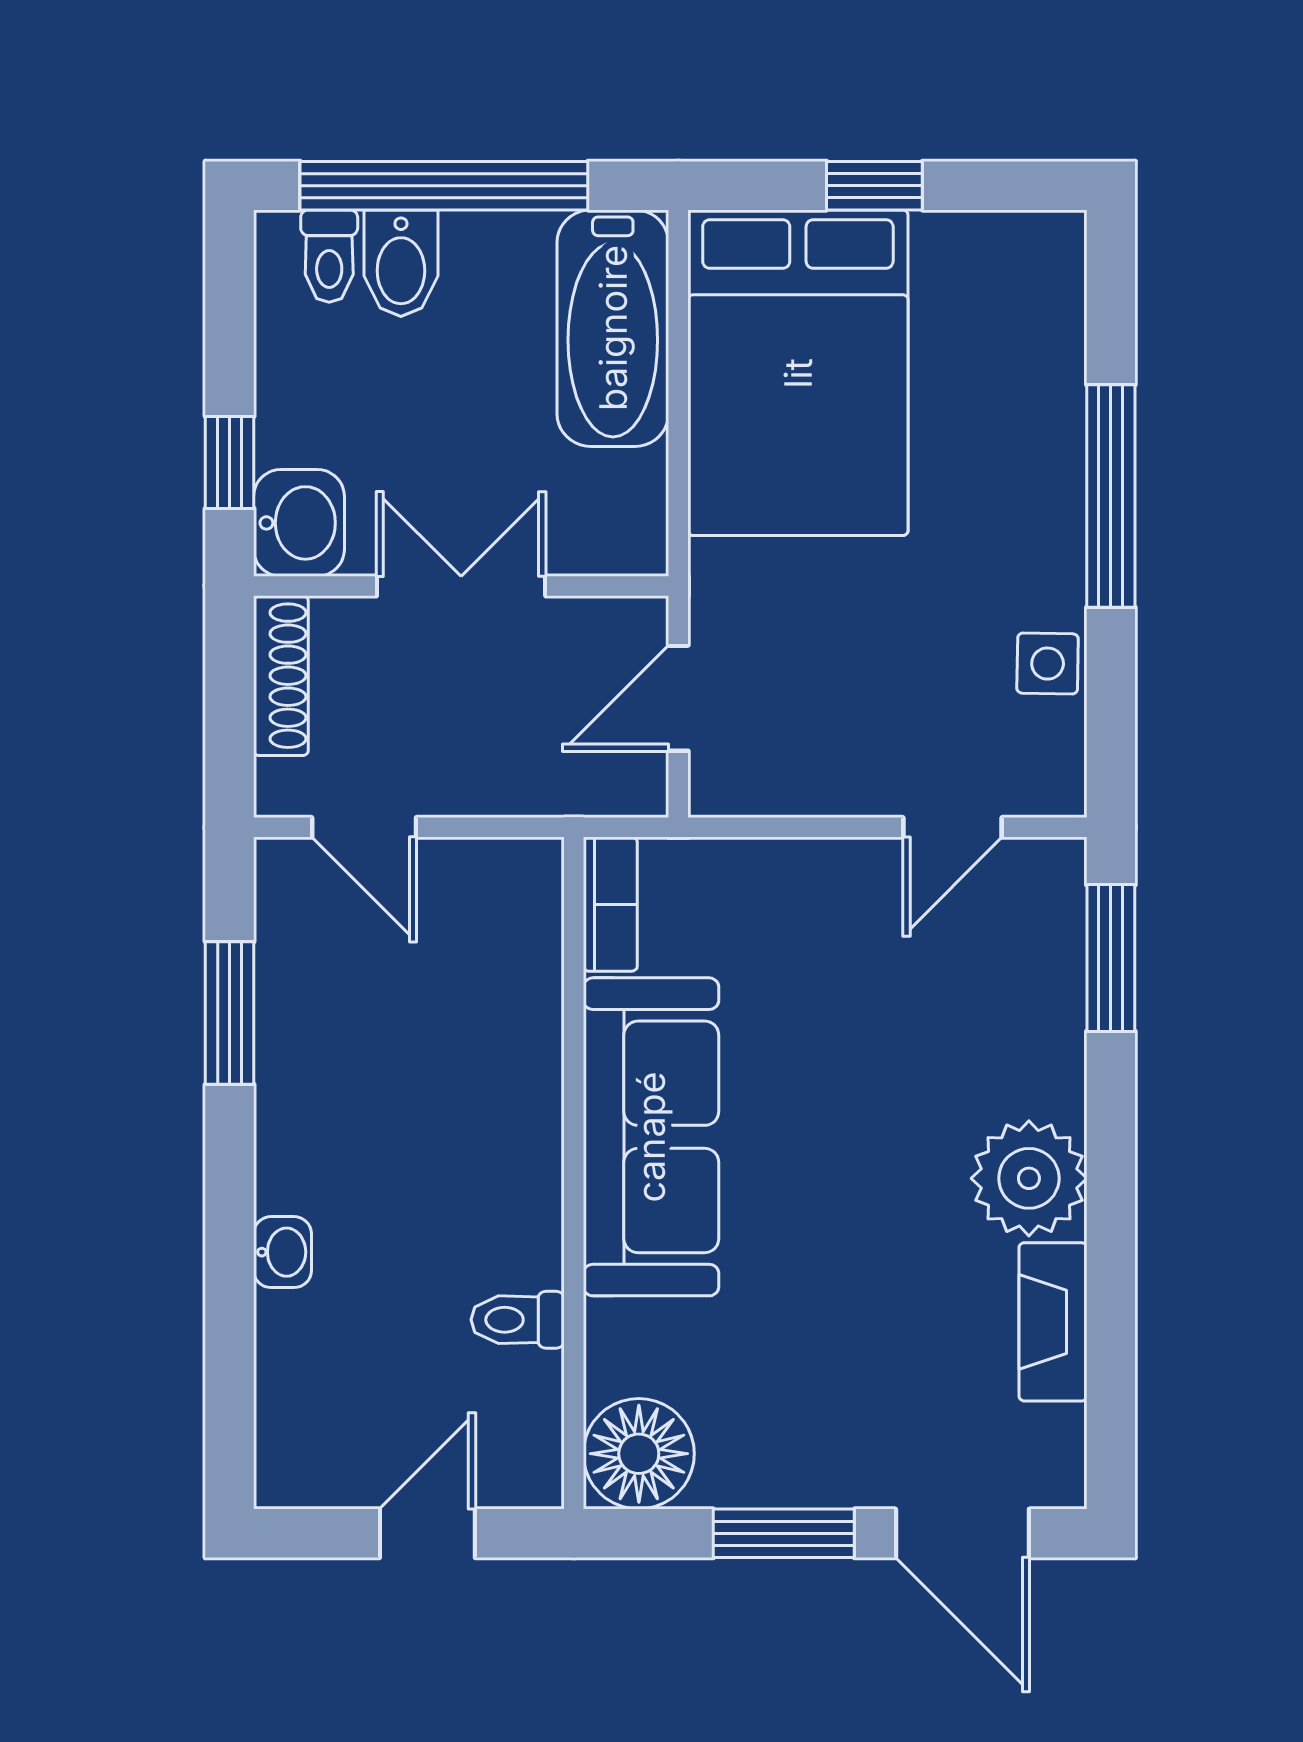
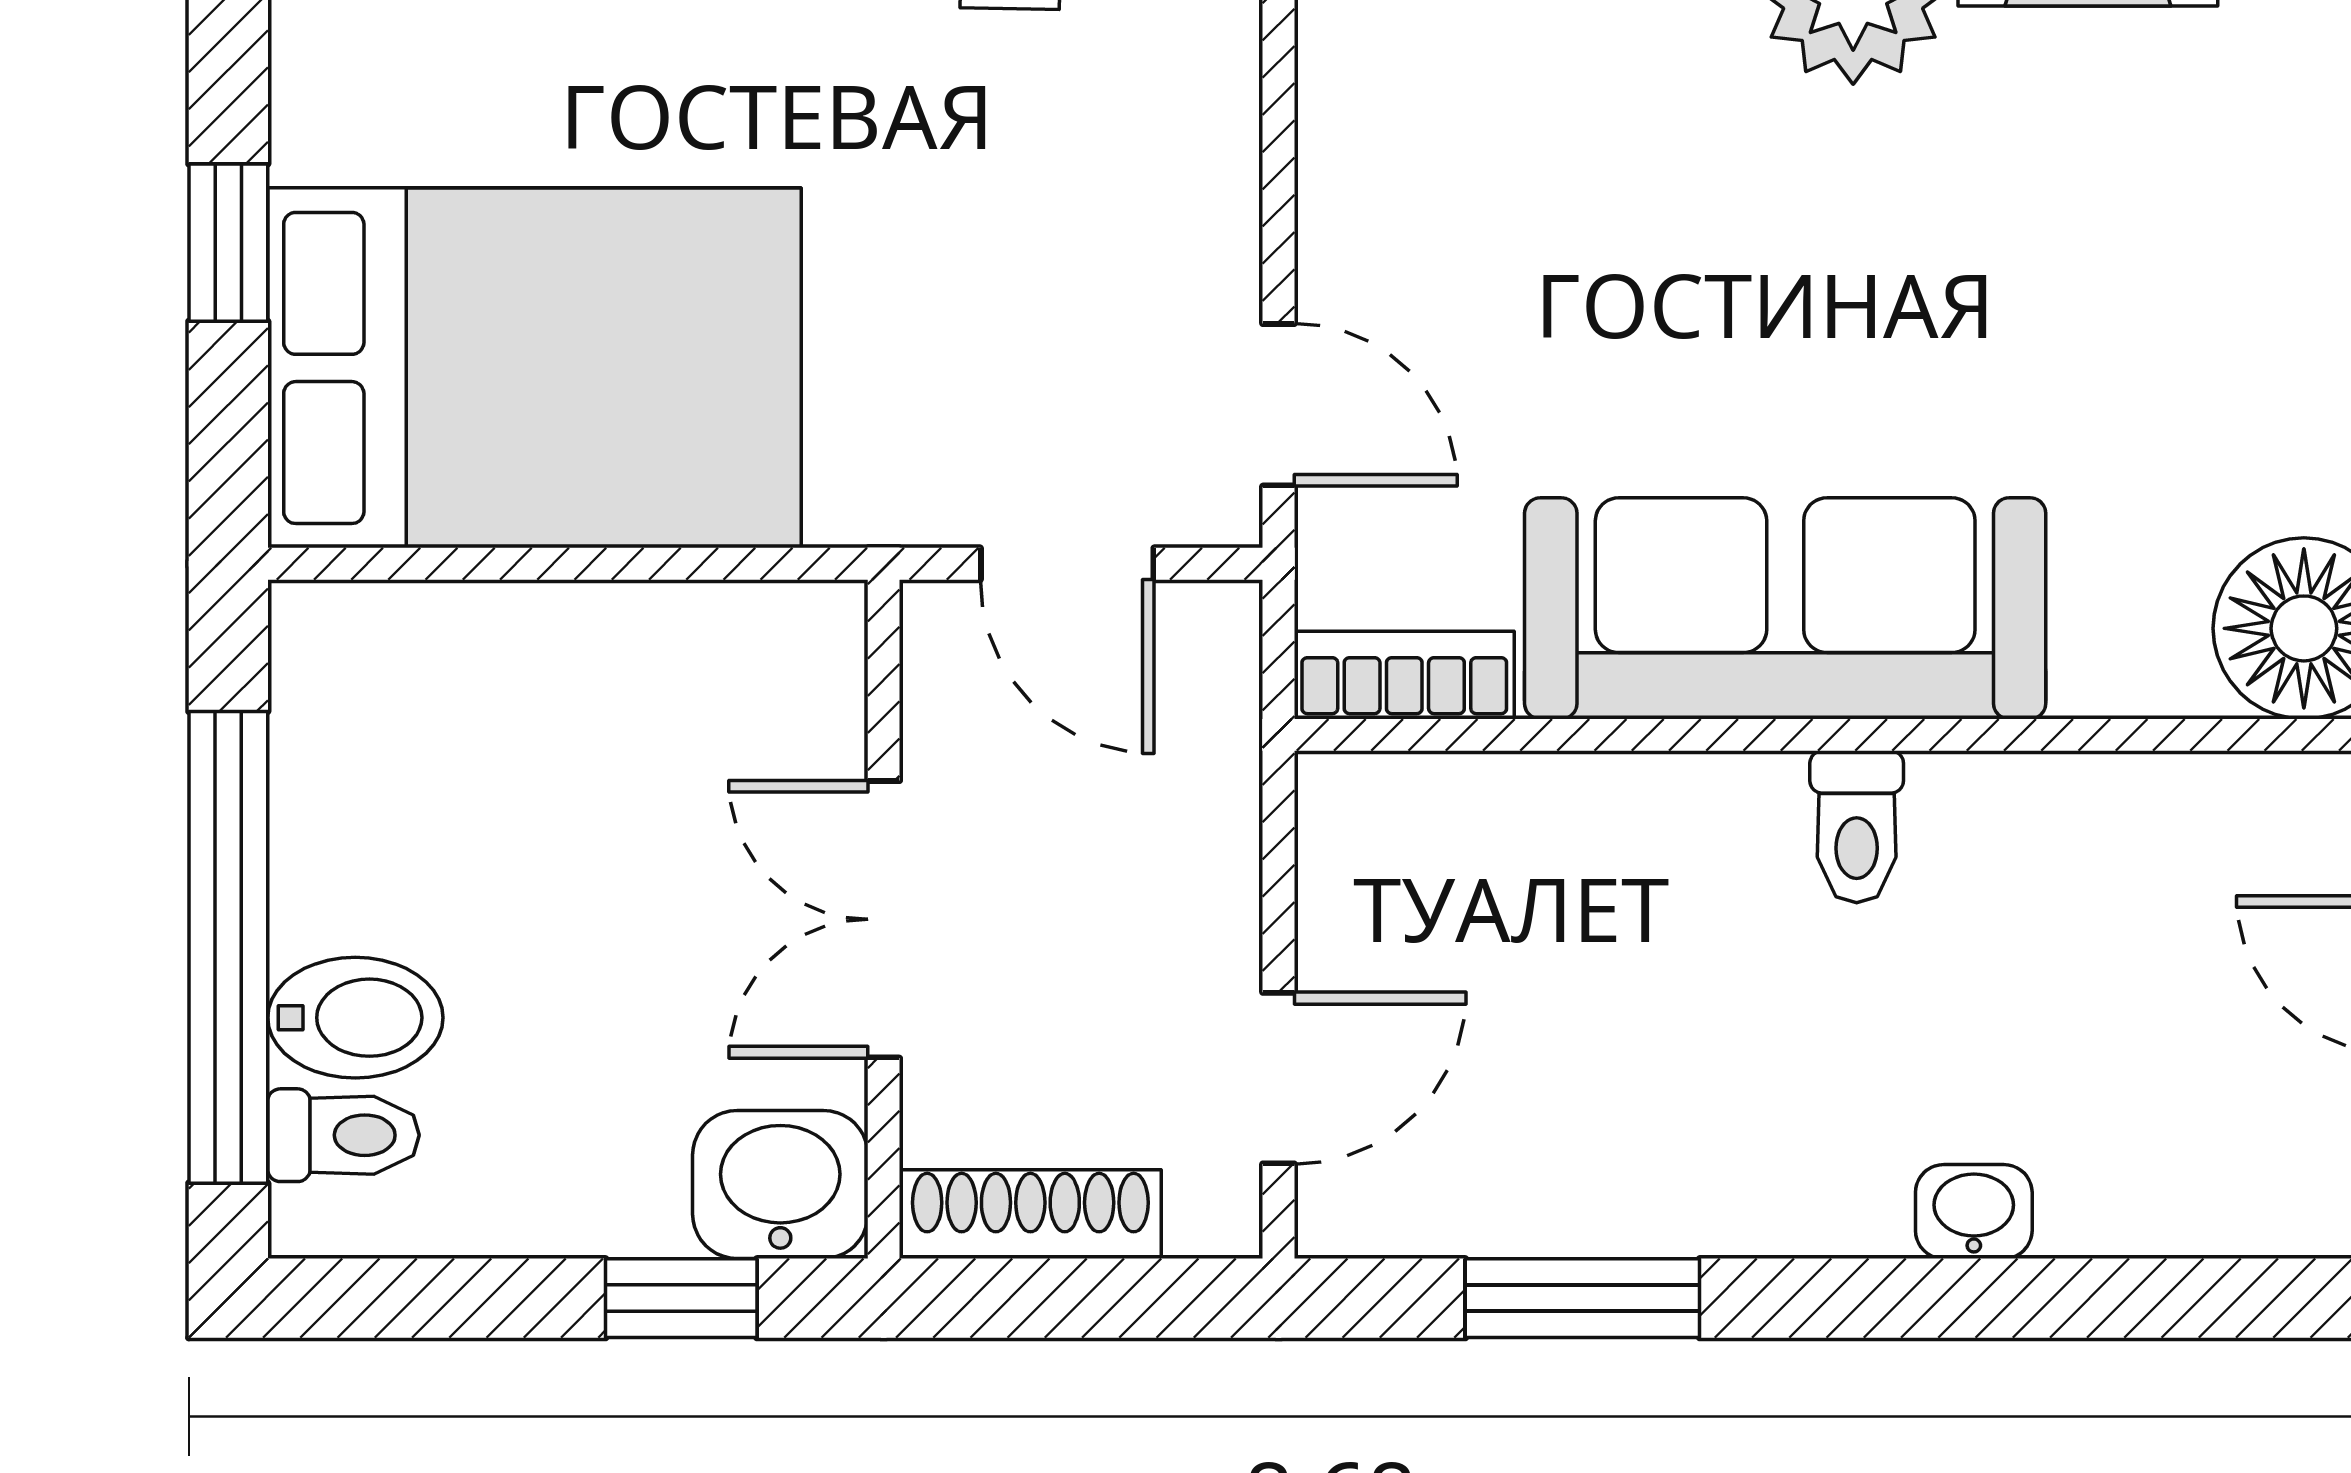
bathtub: (613, 328) -> (462, 671), removed
door: (953, 827) -> (1279, 405), moved
toilet: (518, 1320) -> (1857, 827), moved

